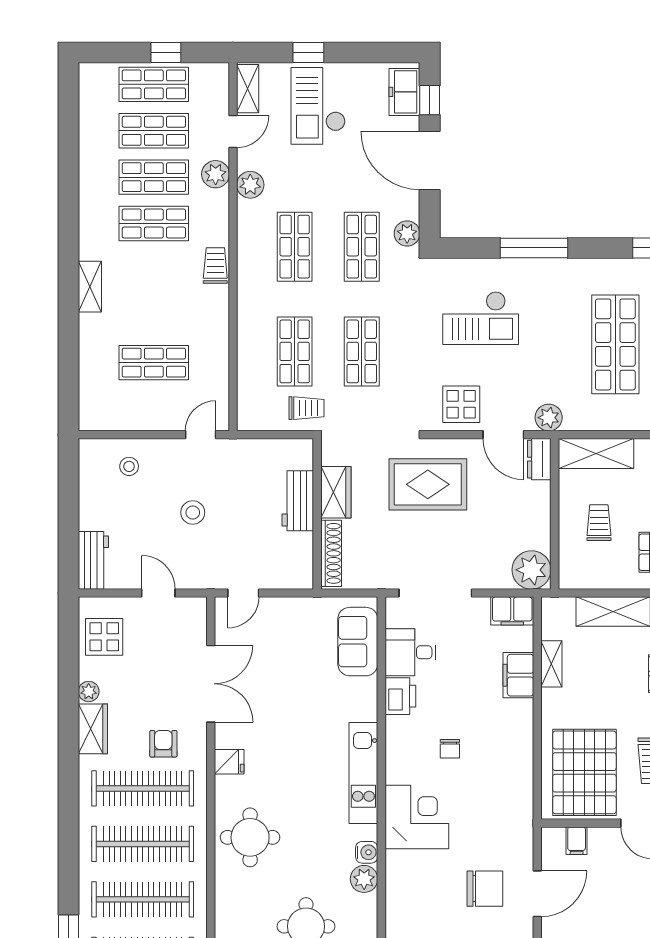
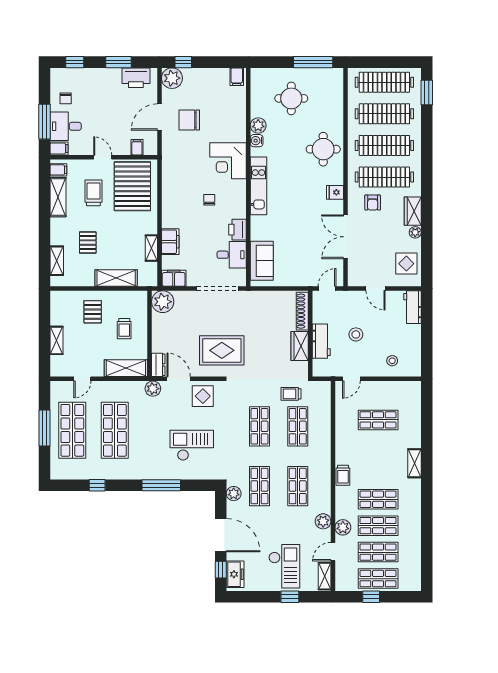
wardrobe: (336, 492) -> (300, 346), moved
workbench: (298, 501) -> (321, 341), moved
wall: (317, 514) -> (310, 334), moved
shoe rack: (331, 553) -> (302, 311), moved

